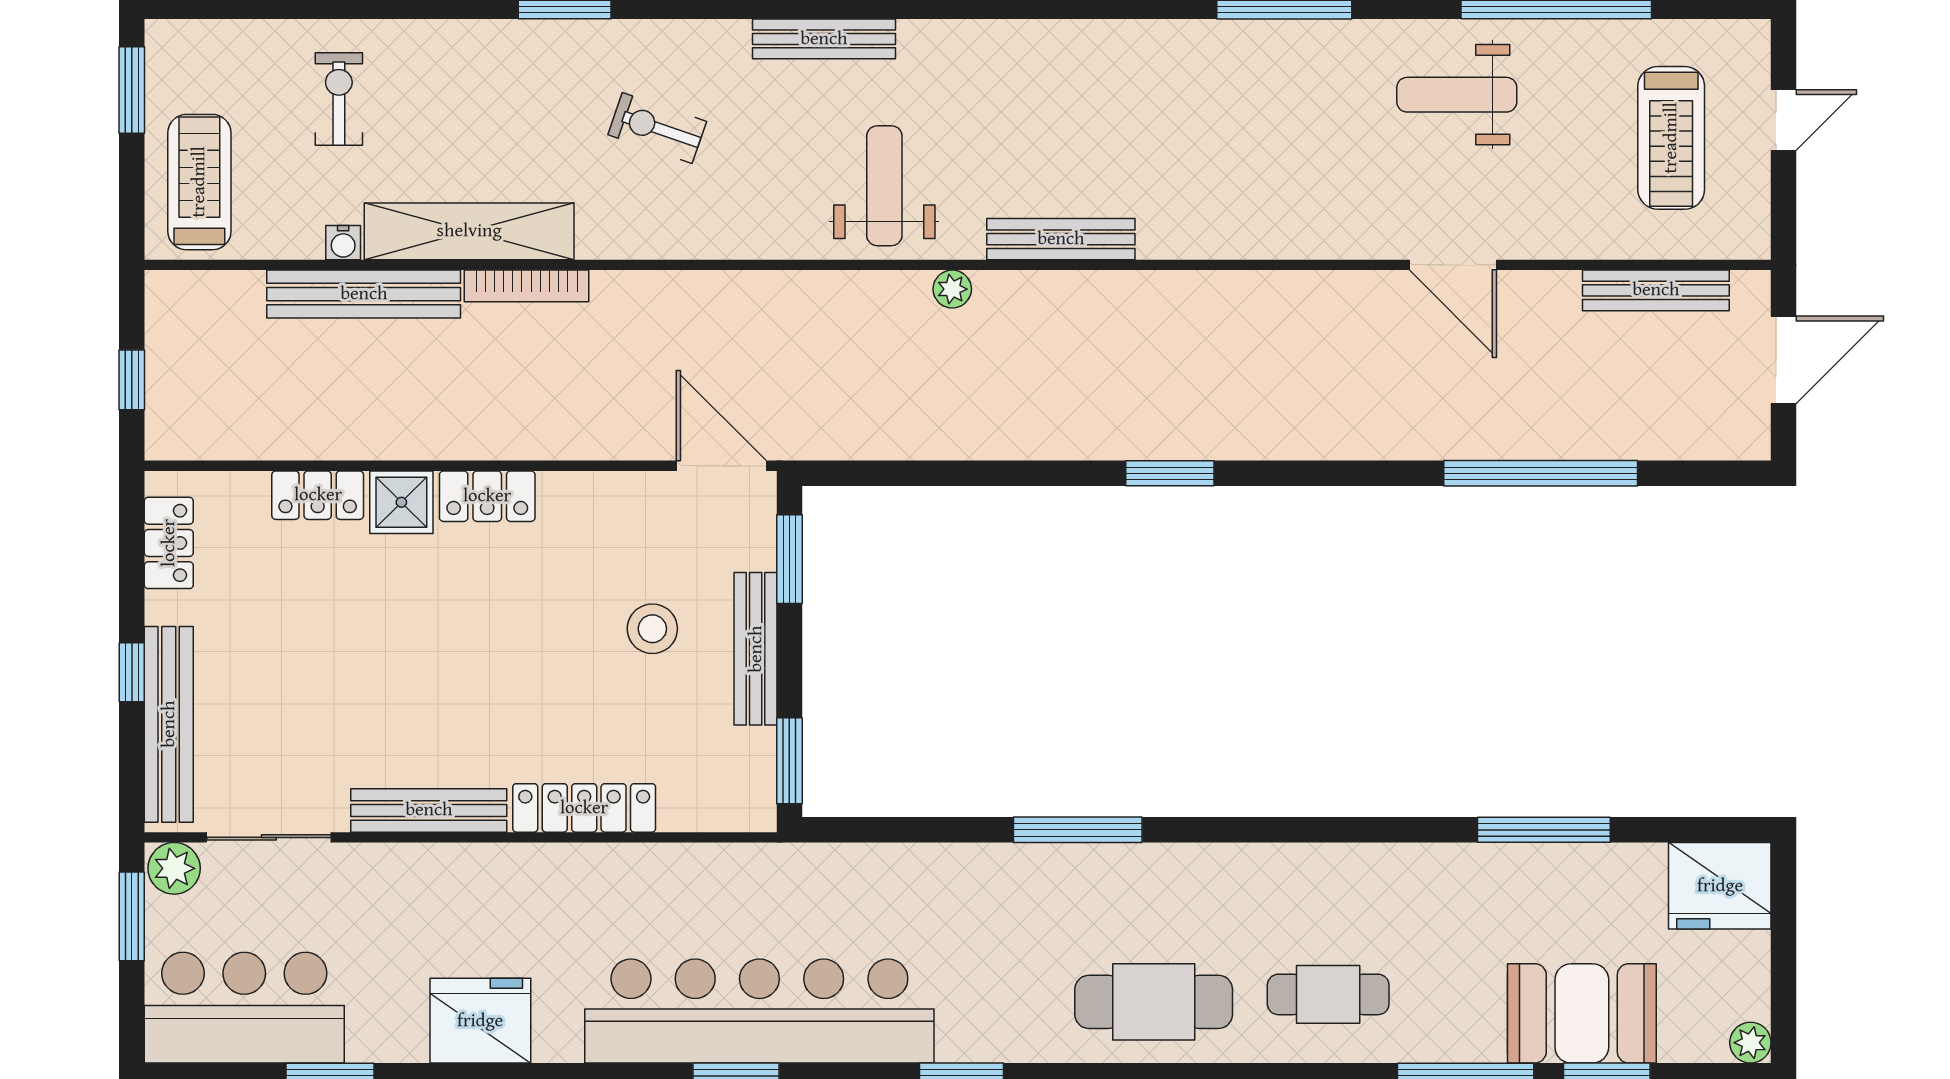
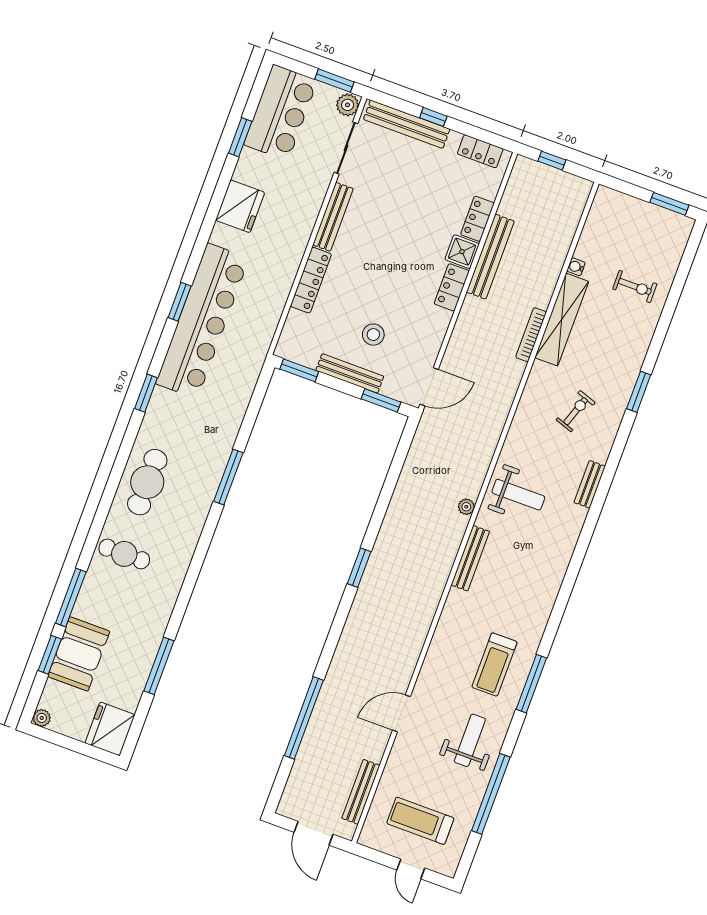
bench: (824, 39) -> (590, 484), width x0.73
treadmill: (199, 182) -> (495, 665), moved, turned 90
bench: (364, 294) -> (490, 257), moved
cafe table: (1328, 994) -> (124, 554), turned 90

